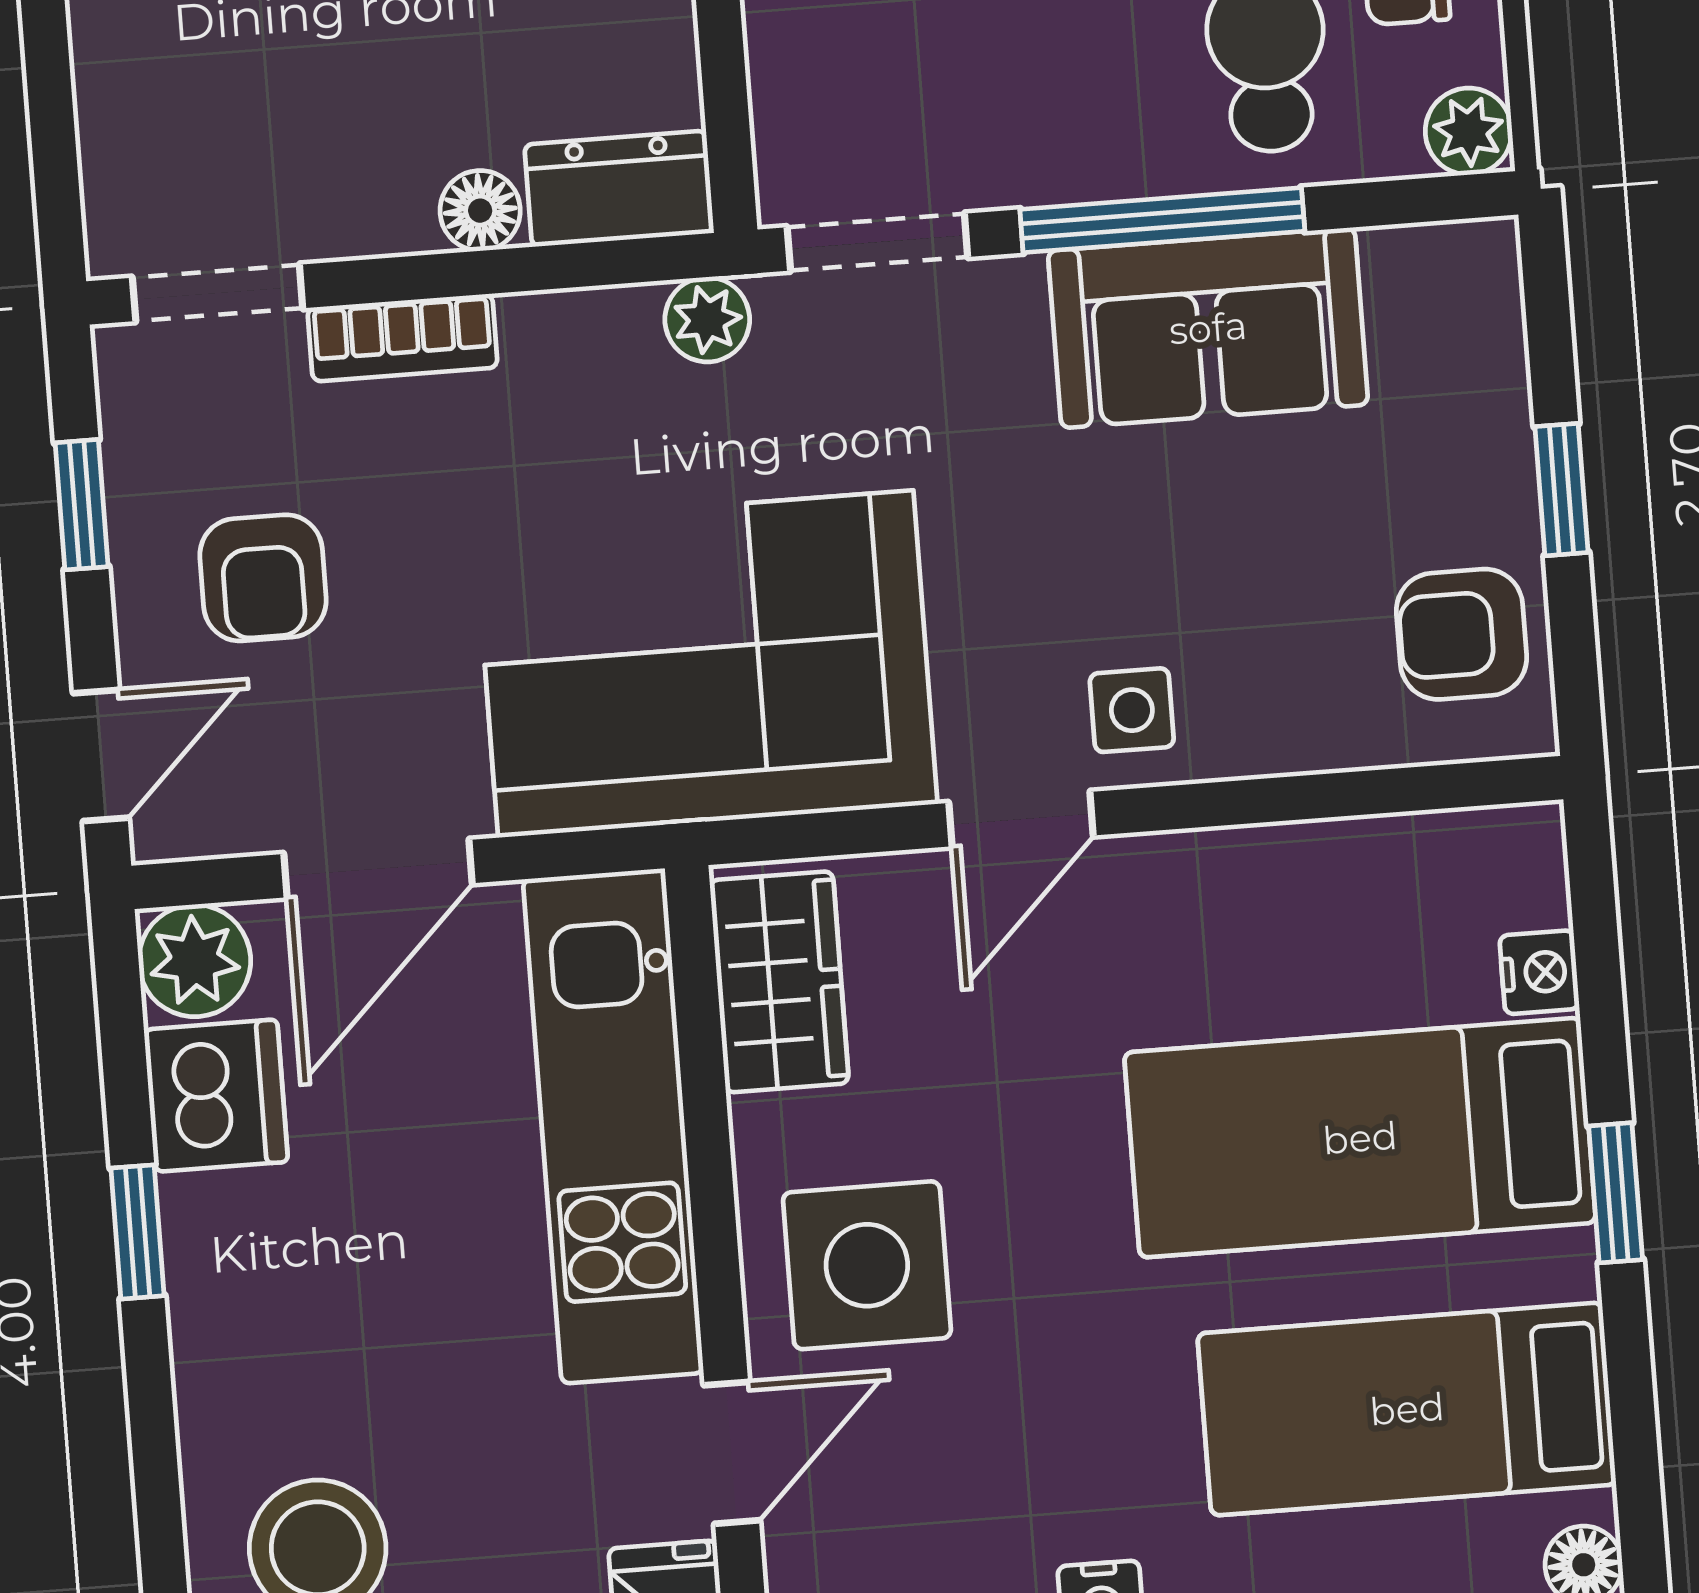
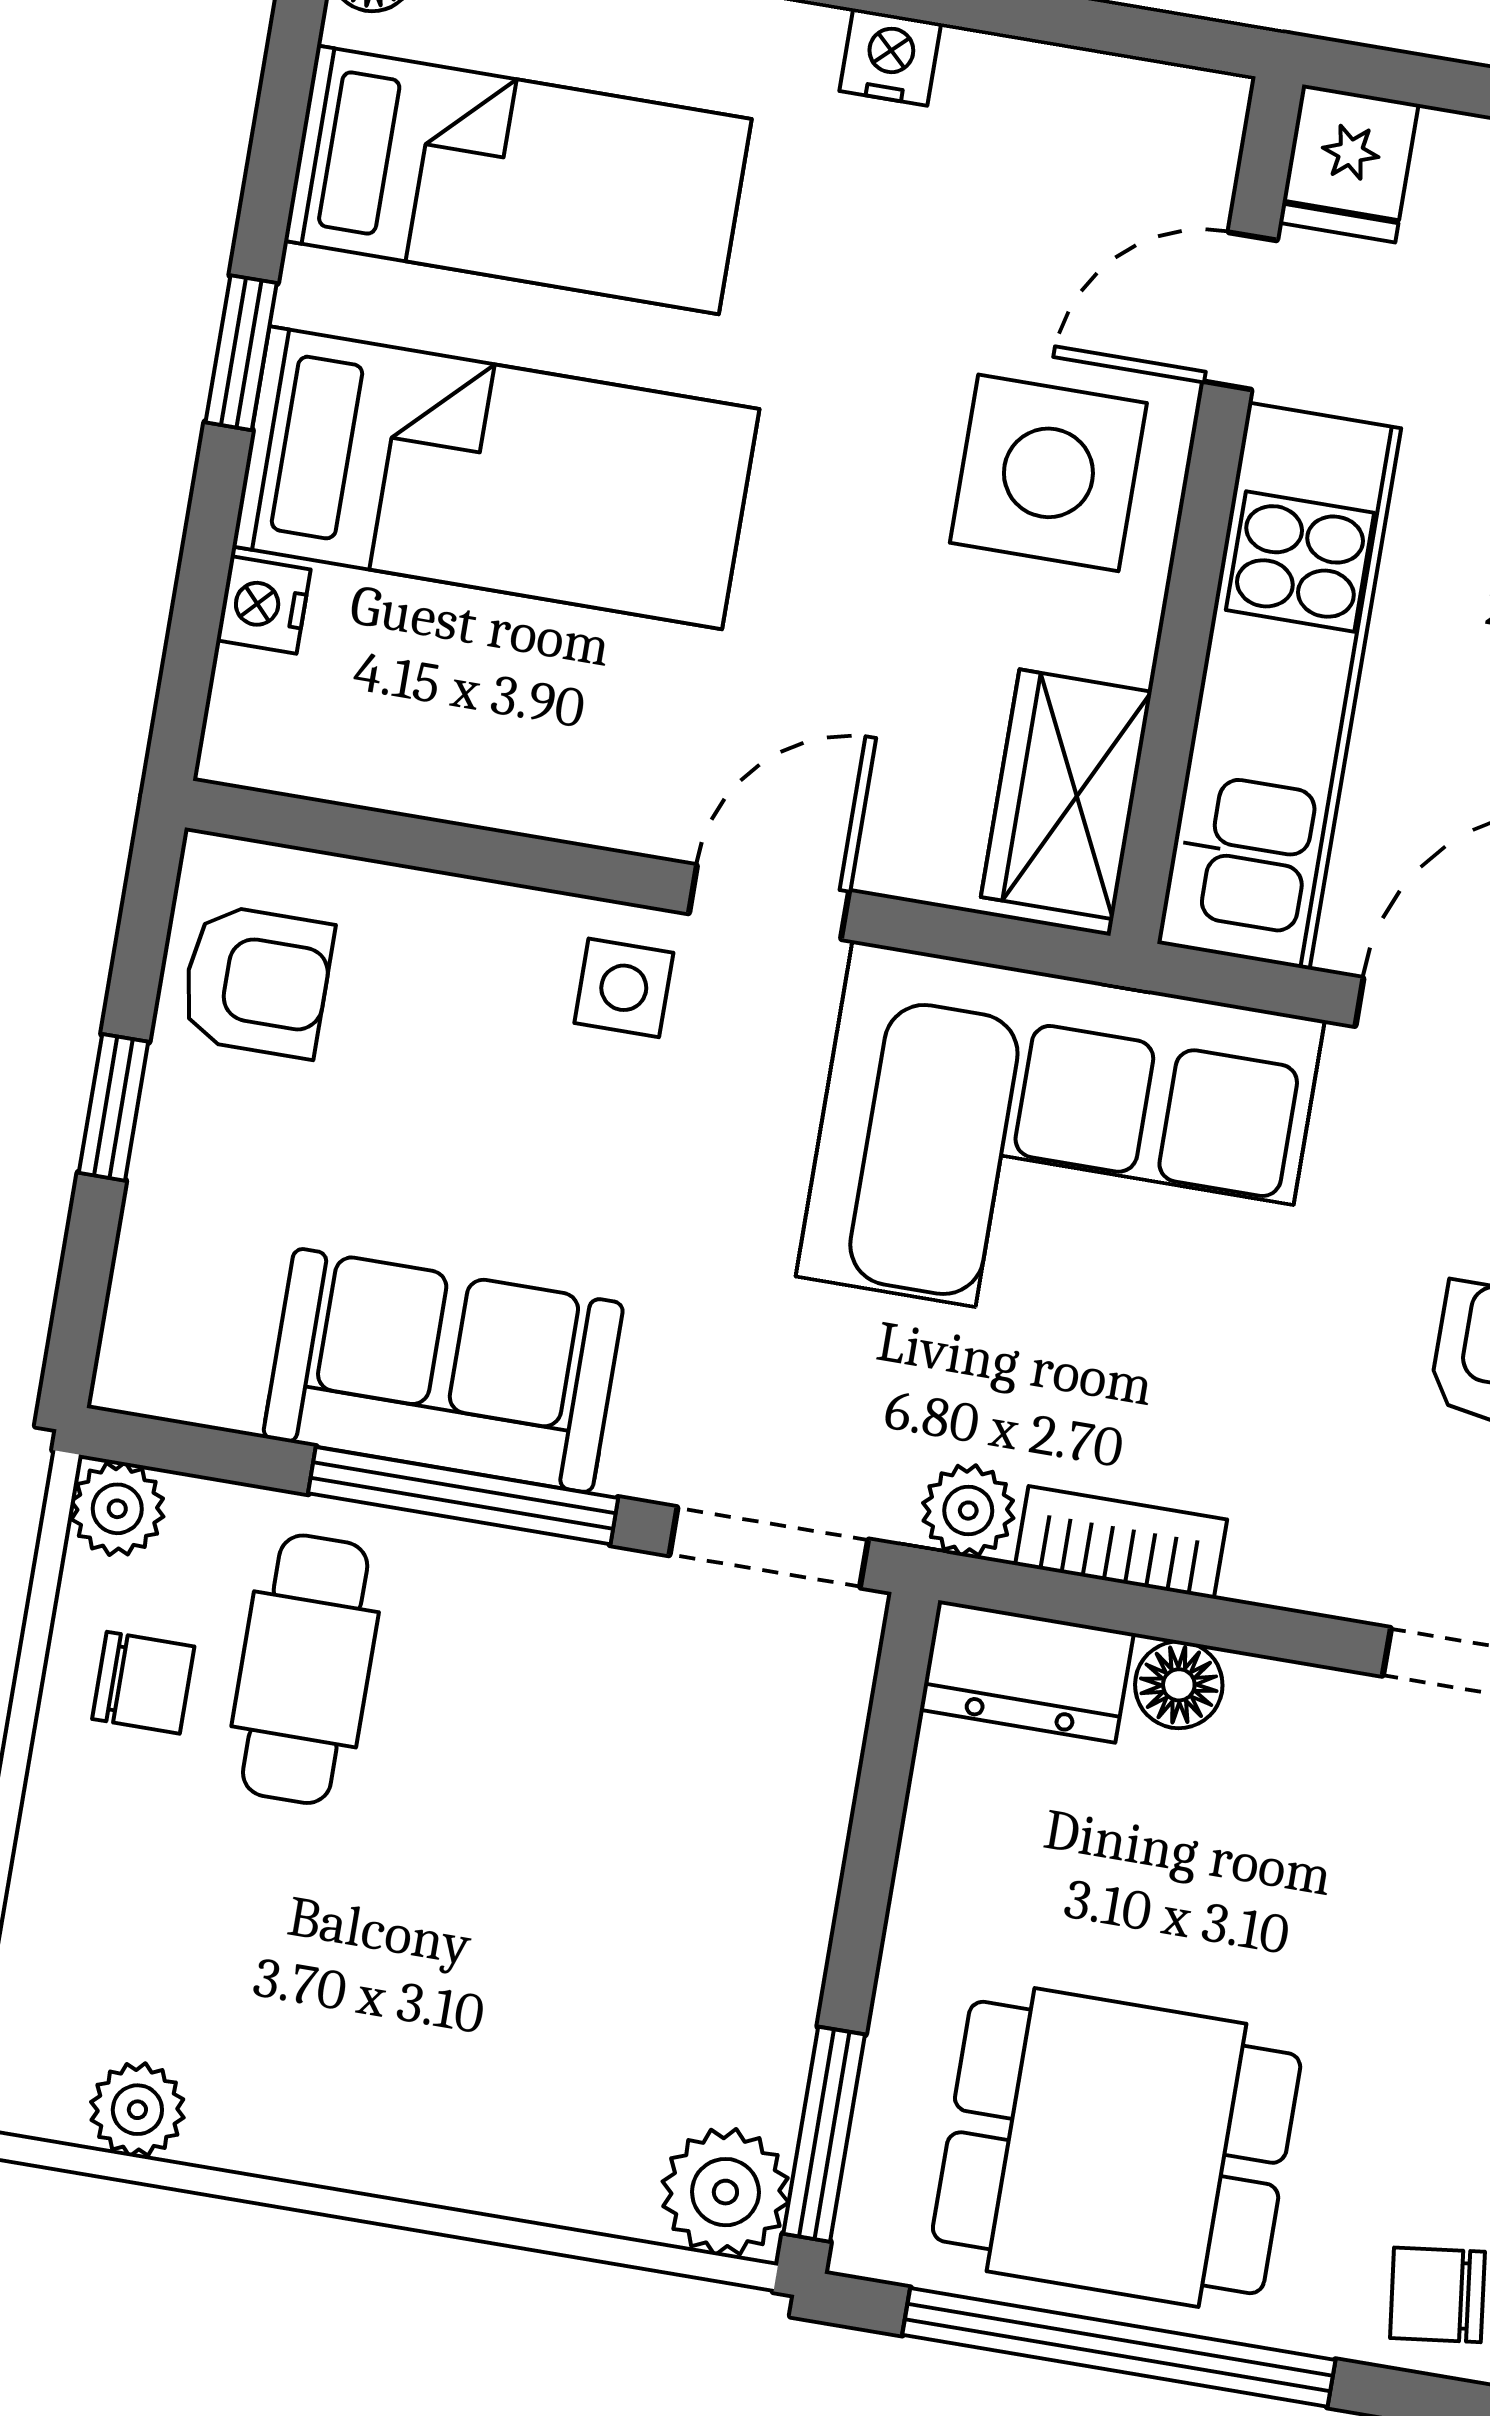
bookcase: (403, 338) -> (1121, 1542), moved

